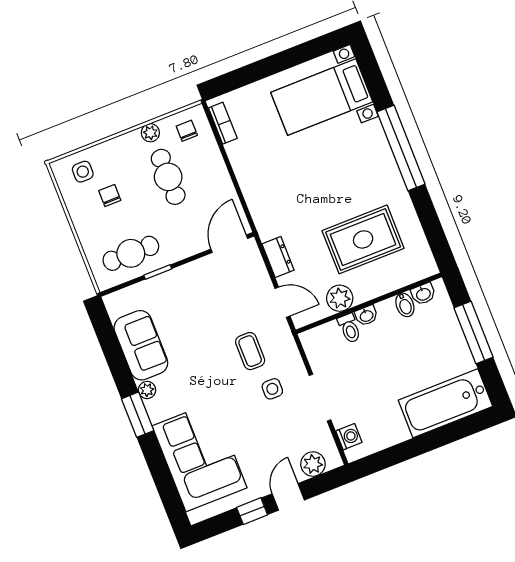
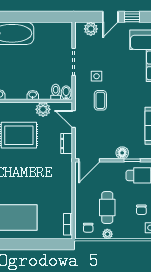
floor lamp: (179, 278) -> (122, 153), added
bidet: (405, 305) -> (66, 93), moved
toilet: (349, 328) -> (56, 92), moved
washing machine: (349, 437) -> (67, 36), removed

